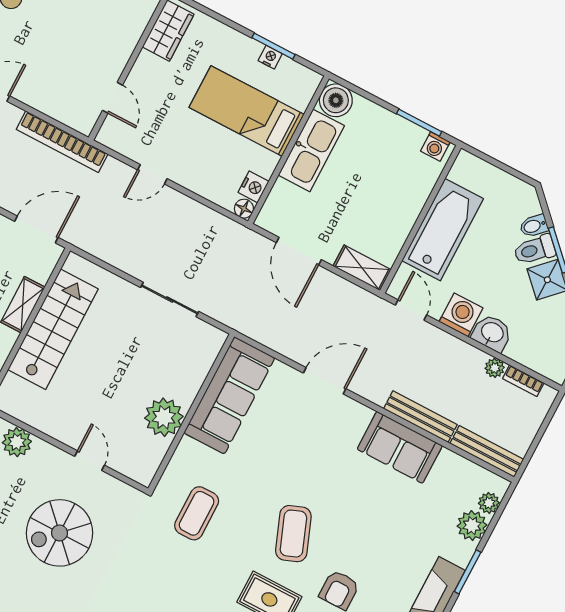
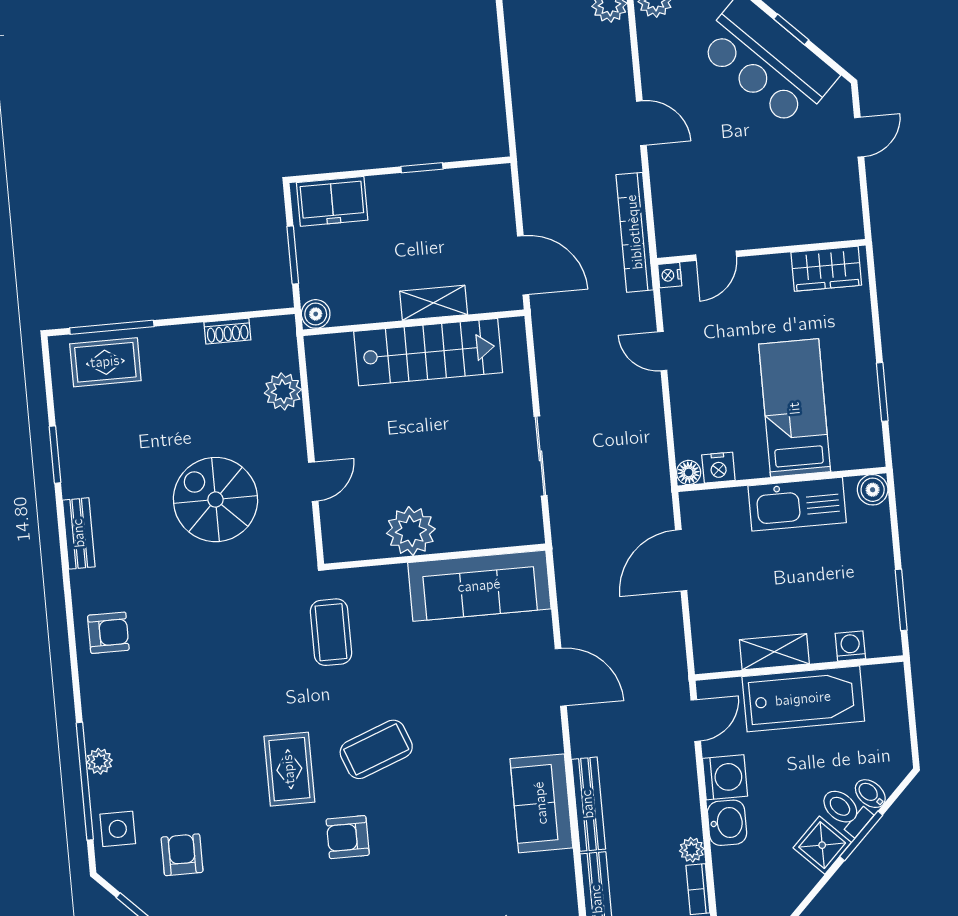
nightstand: (270, 57) -> (670, 275), moved, turned 180
boiler: (336, 100) -> (873, 490), width x0.73, depth x0.73
washing machine: (435, 147) -> (850, 646), moved, turned 90
shelving: (362, 268) -> (774, 652), moved, turned 90
coffee table: (197, 513) -> (331, 632), turned 90

